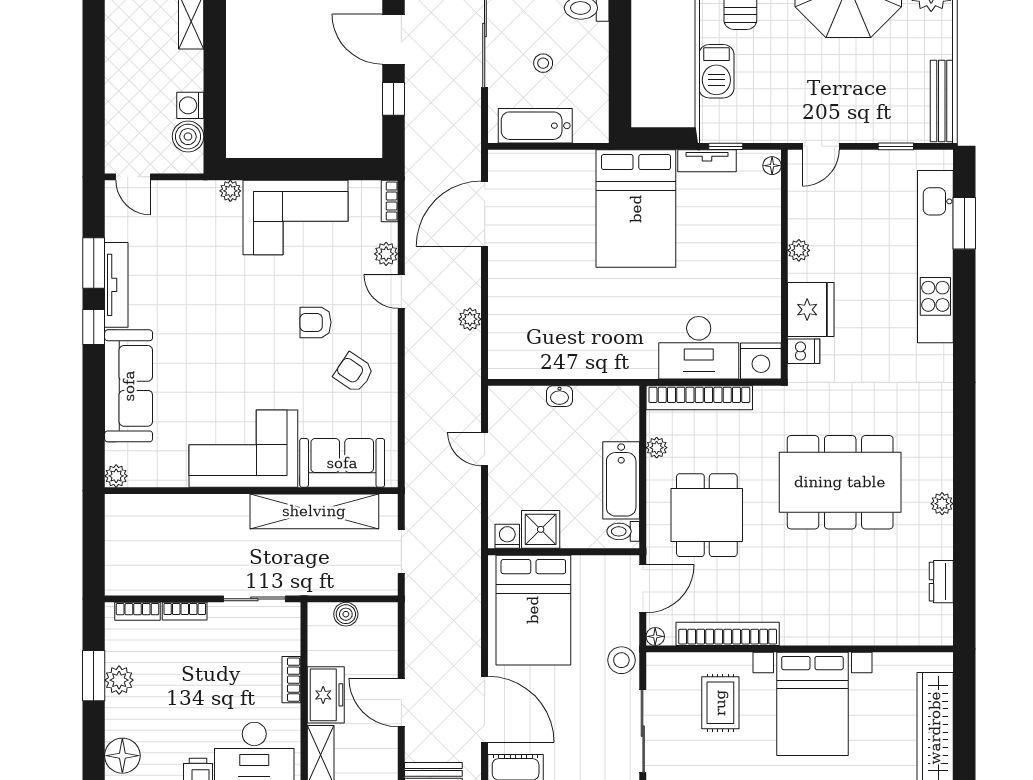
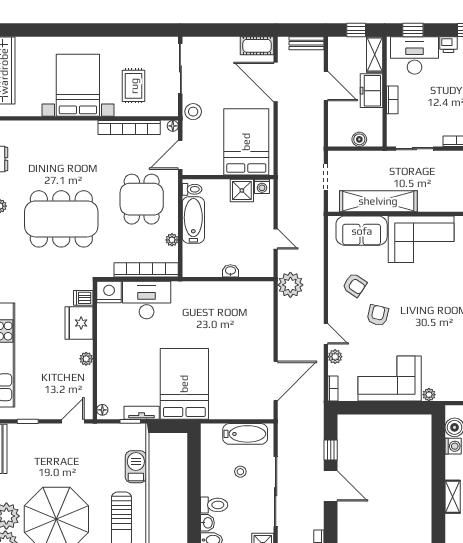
plant: (470, 319) -> (290, 285), moved, width x1.87, depth x1.87
armchair: (315, 322) -> (378, 315), turned -77

